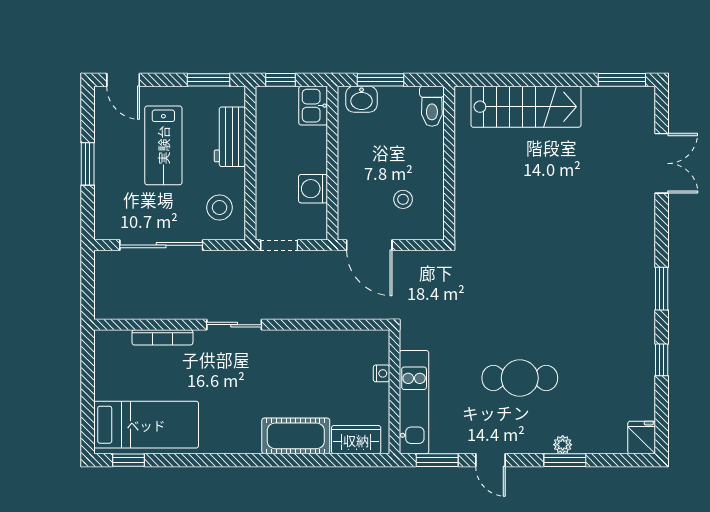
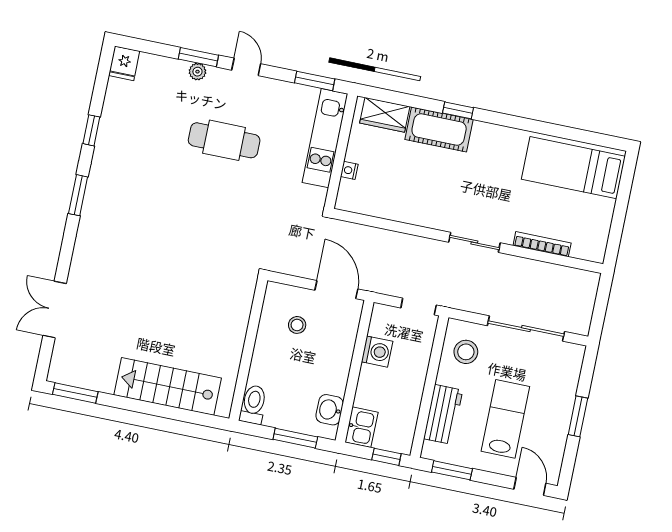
washbasin: (362, 99) -> (330, 410), moved, turned -90
window: (128, 460) -> (458, 110), moved
door: (491, 460) -> (246, 67), moved

